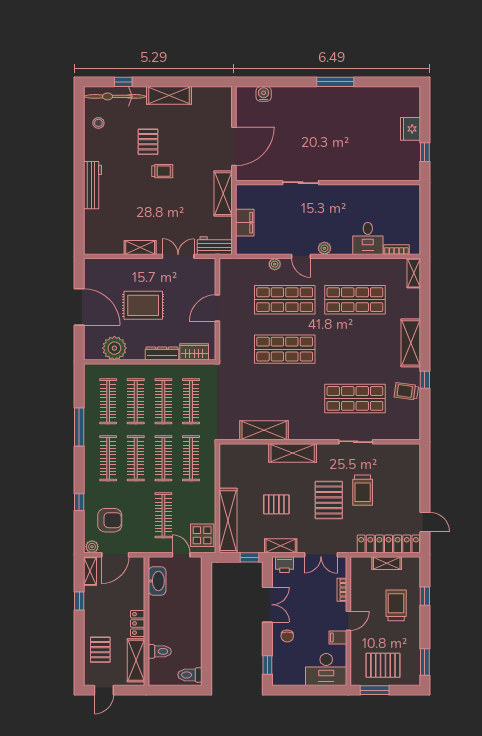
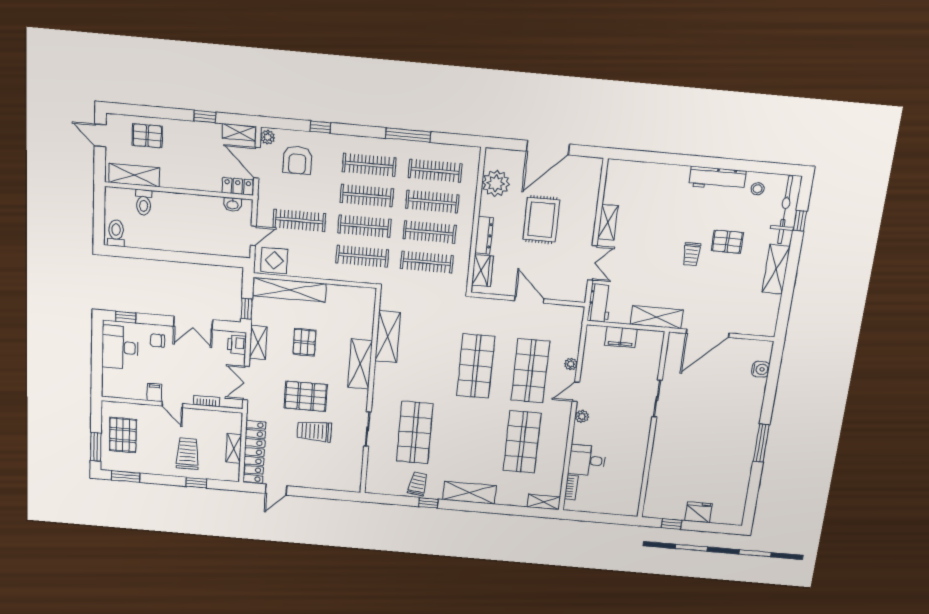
door: (234, 146) -> (708, 333), hinge flipped
workbench: (92, 185) -> (717, 178), moved
washbasin: (157, 581) -> (233, 204), width x0.52, depth x0.69
trolley: (396, 605) -> (187, 454), turned -90
locker: (138, 623) -> (238, 186), moved
desk: (326, 669) -> (120, 347), moved
window: (375, 690) -> (96, 447), moved

